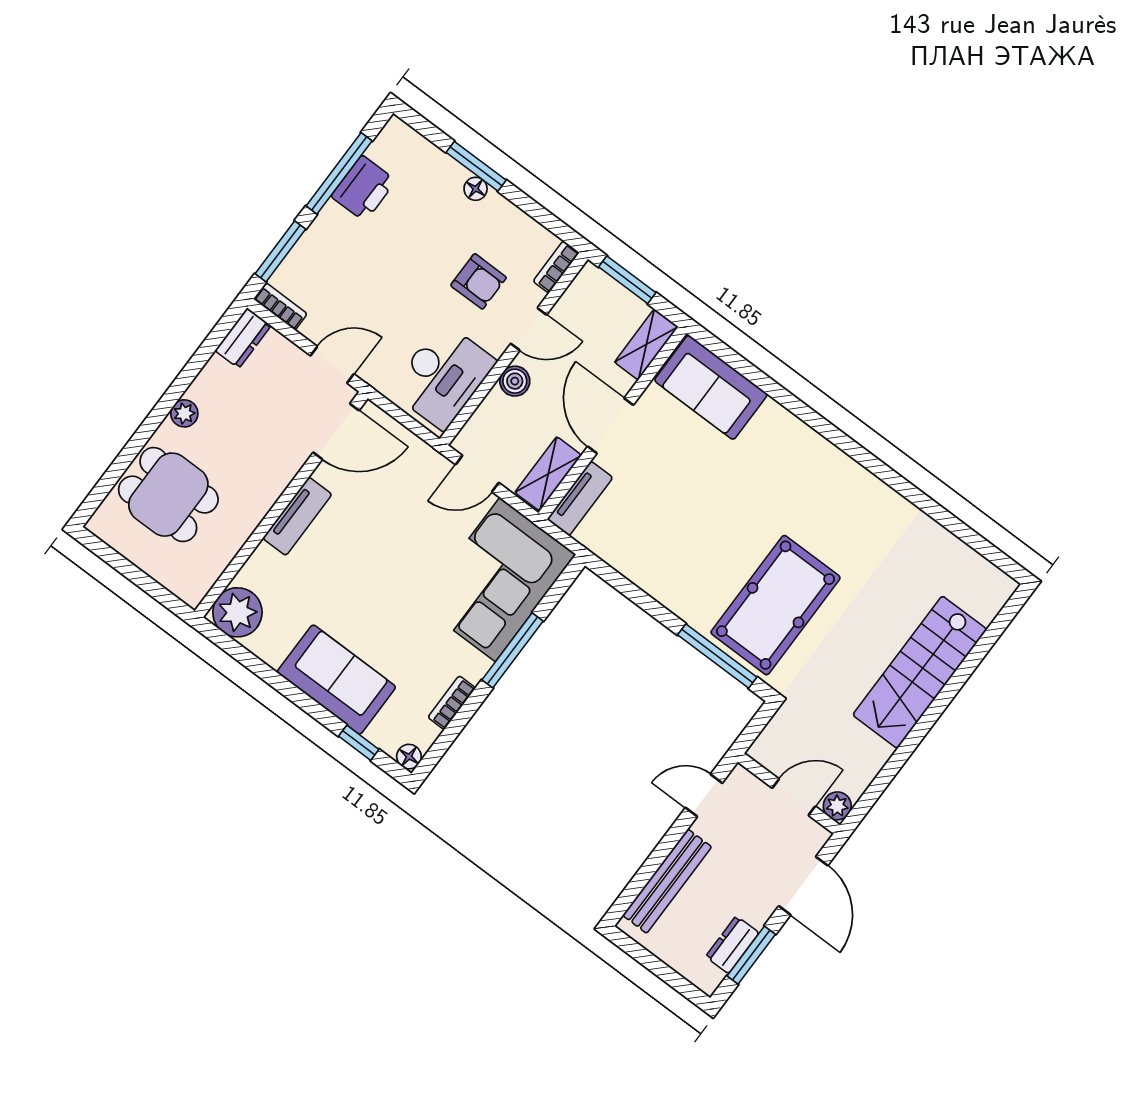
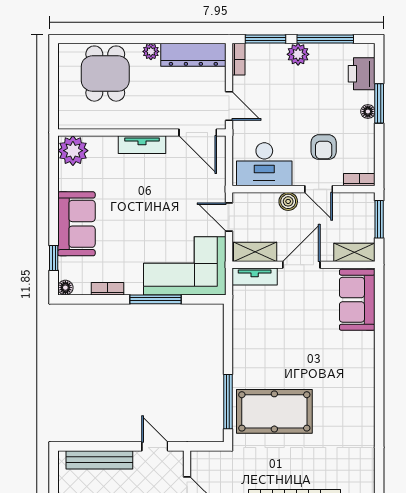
printer: (364, 188) -> (362, 74), moved, turned 90
plant: (332, 224) -> (298, 54), added
dresser: (243, 338) -> (193, 55), width x1.96, depth x1.24

